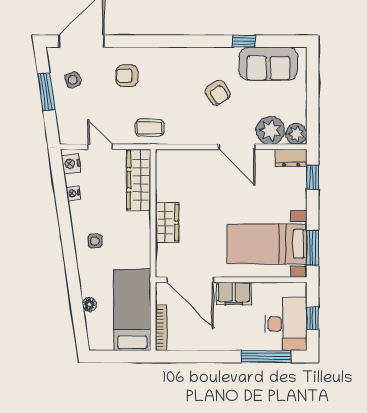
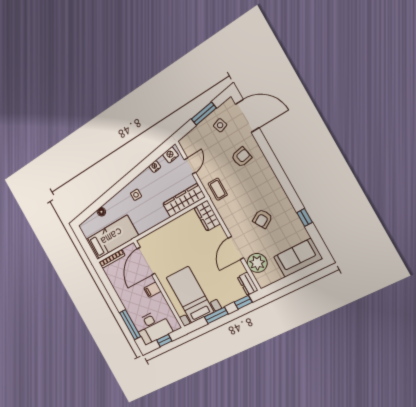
sofa: (268, 64) -> (298, 258), moved, turned 90
armchair: (127, 76) -> (241, 157), turned 79
plant: (296, 134) -> (264, 280), removed
wardrobe: (167, 223) -> (207, 216), moved, turned 90
window: (313, 248) -> (216, 315), moved
filing cabinet: (234, 294) -> (152, 290), width x0.50

